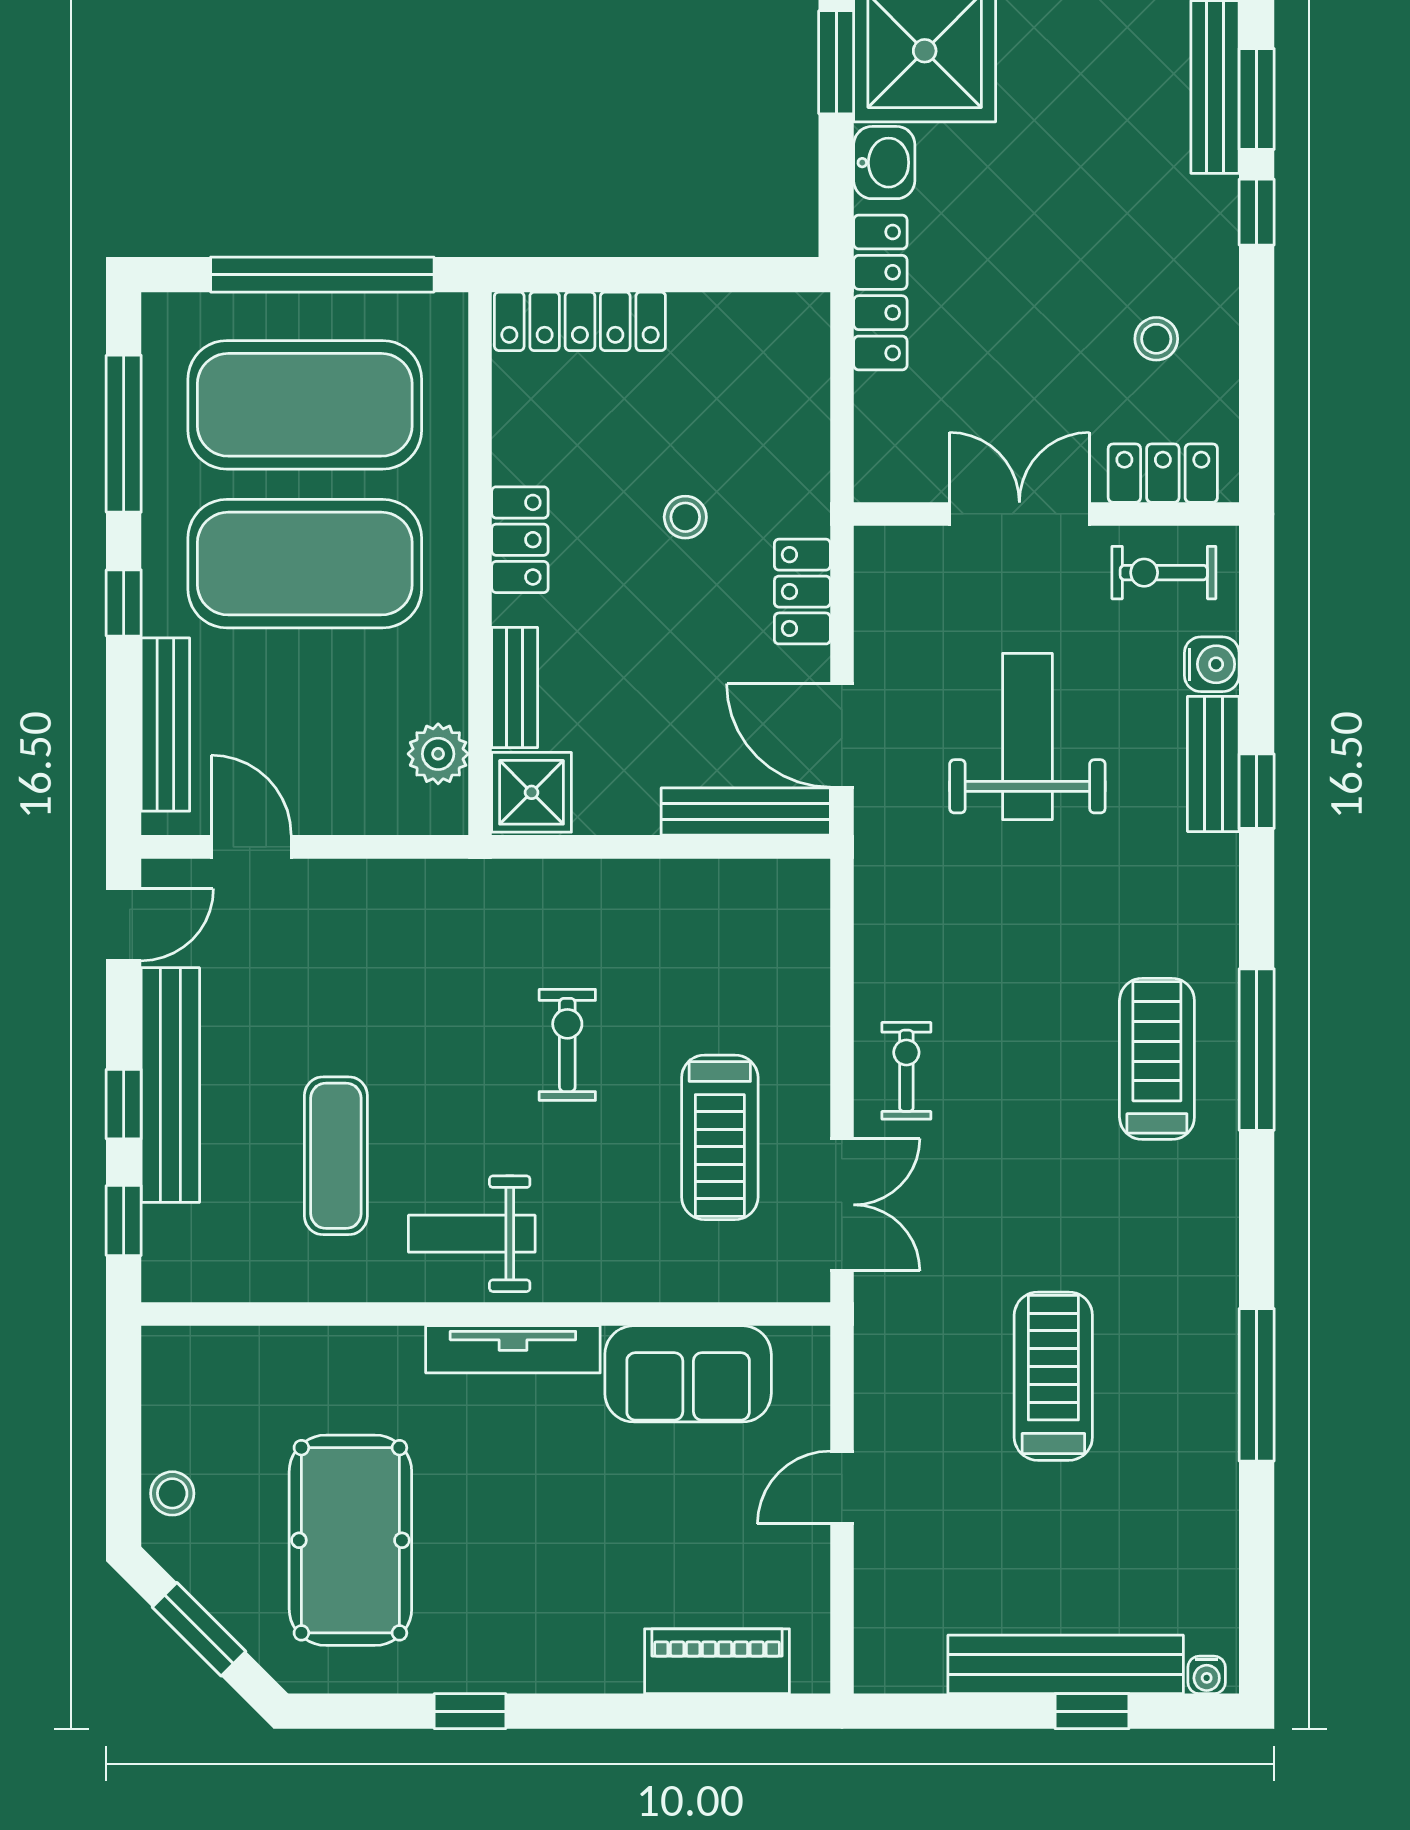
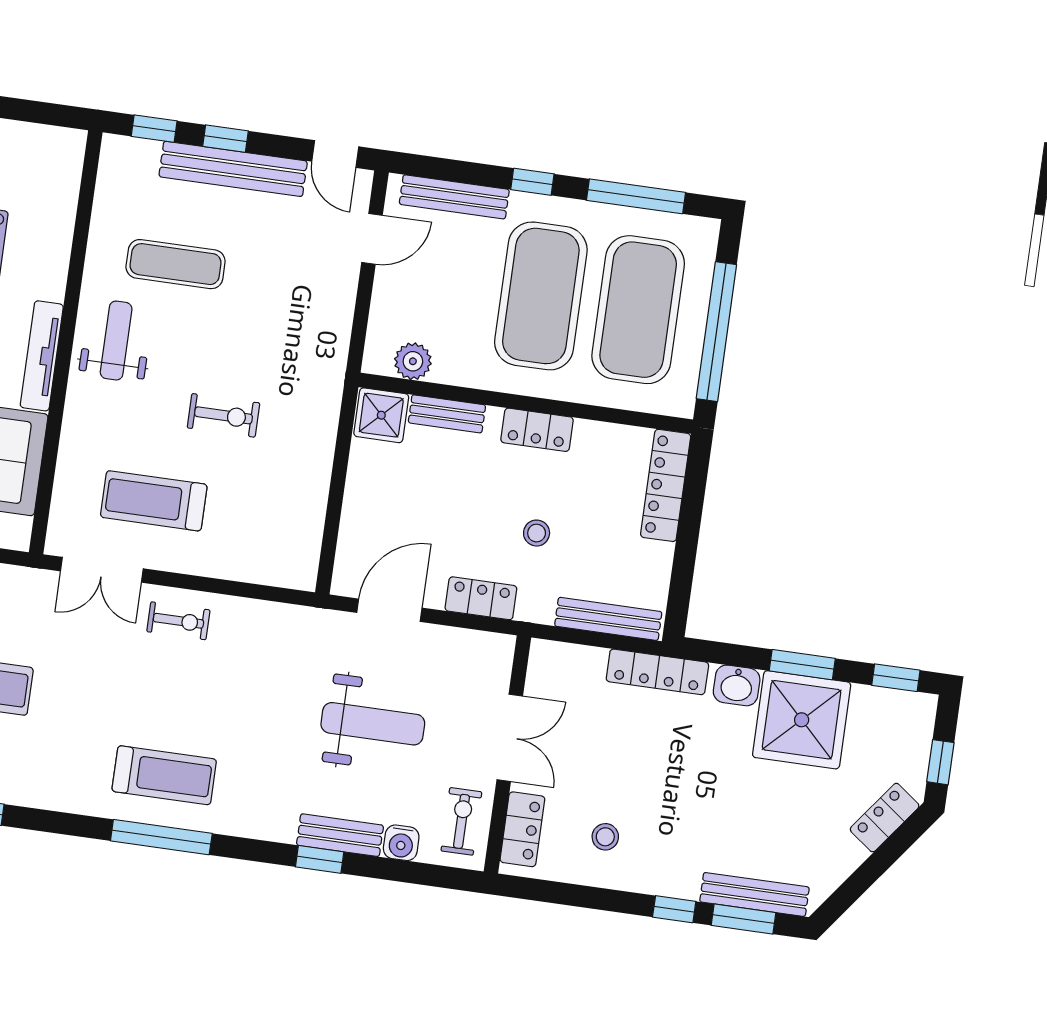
bench: (746, 811) -> (608, 619), moved, turned 90

